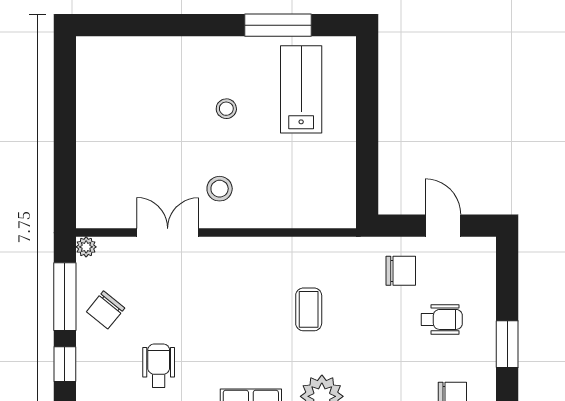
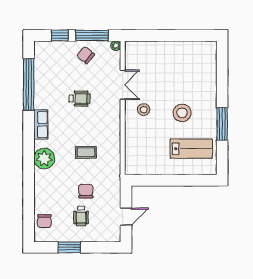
window: (278, 25) -> (222, 124), moved
stool: (226, 109) -> (182, 113), width x1.89, depth x1.89
chair: (401, 271) -> (86, 191), moved, turned 180
wheelchair: (159, 366) -> (79, 99), moved

